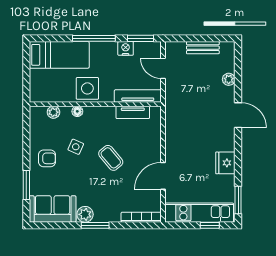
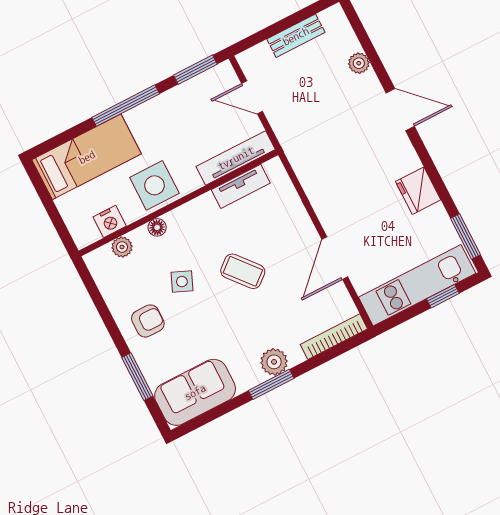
nightstand: (126, 48) -> (110, 222), moved, turned 180
plant: (85, 214) -> (274, 362), moved

